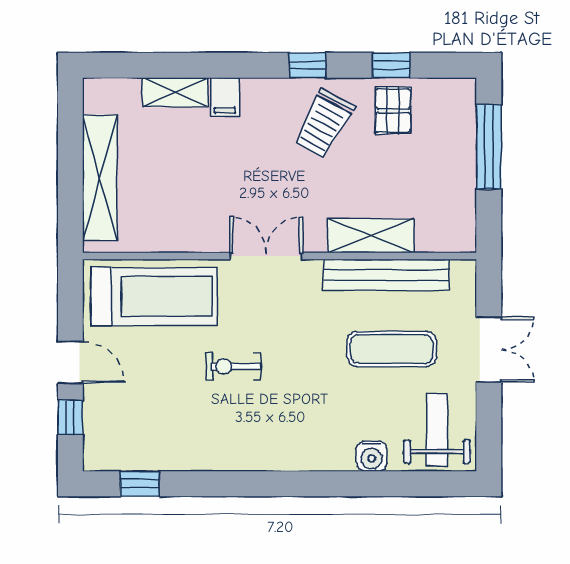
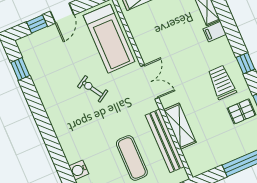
trolley: (324, 124) -> (222, 82), turned 61
exercise bike: (234, 366) -> (93, 89), turned -32

